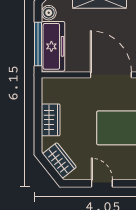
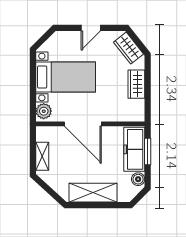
window: (38, 44) -> (148, 151), width x0.69
door: (102, 183) -> (91, 28), hinge flipped

